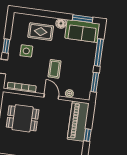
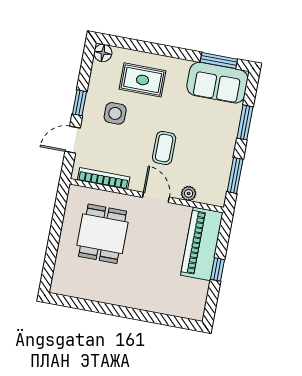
floor lamp: (61, 23) -> (103, 53), moved
window: (99, 52) -> (245, 122), width x0.69
dining table: (23, 118) -> (103, 234), turned 90

